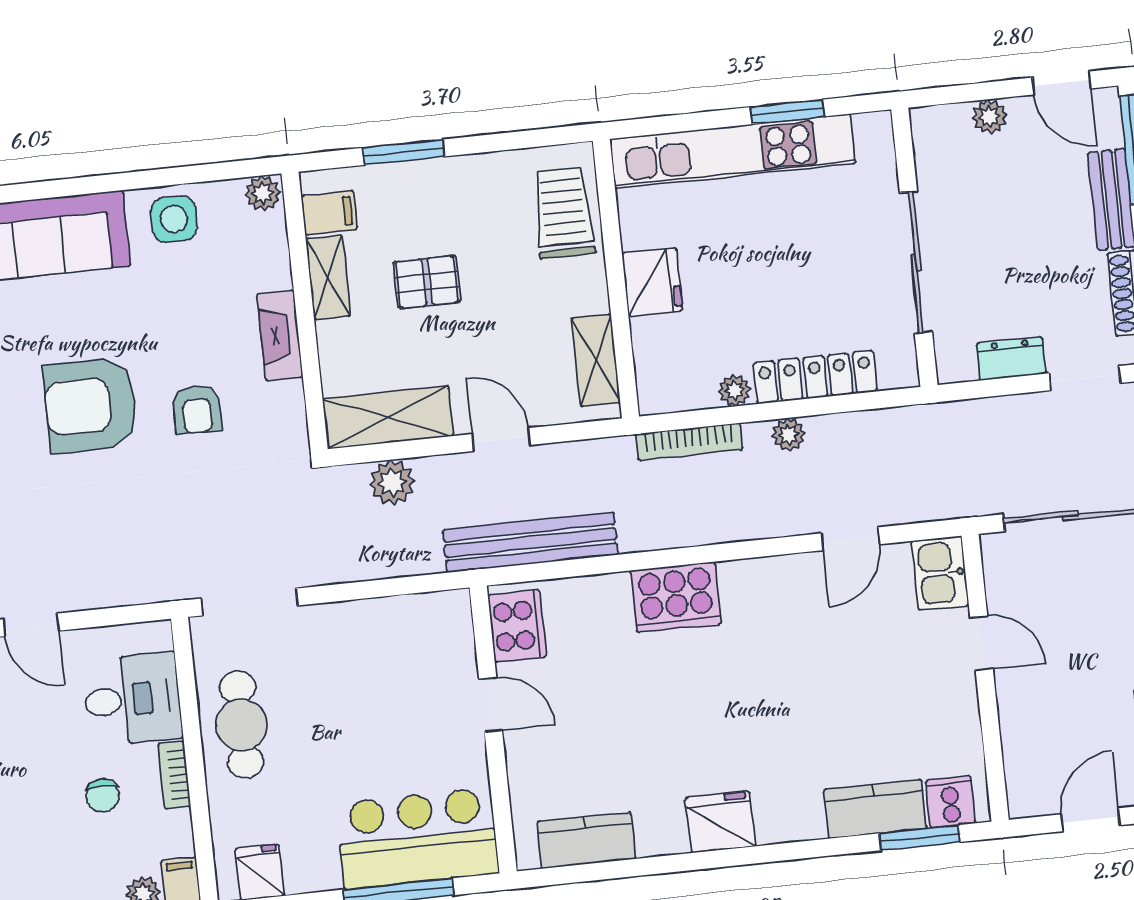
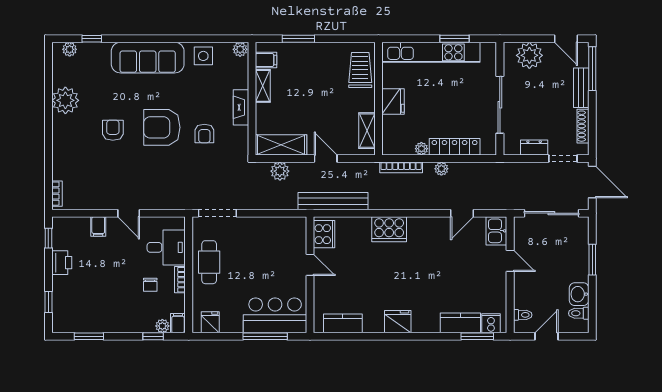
plant: (989, 117) -> (529, 55), width x1.88, depth x1.88
pallet: (427, 282) -> (302, 92), removed
toilet: (1026, 773) -> (523, 315), added

